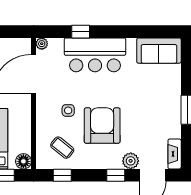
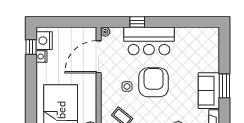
sofa: (159, 51) -> (209, 91), moved, turned 90
armchair: (102, 126) -> (154, 82), moved

